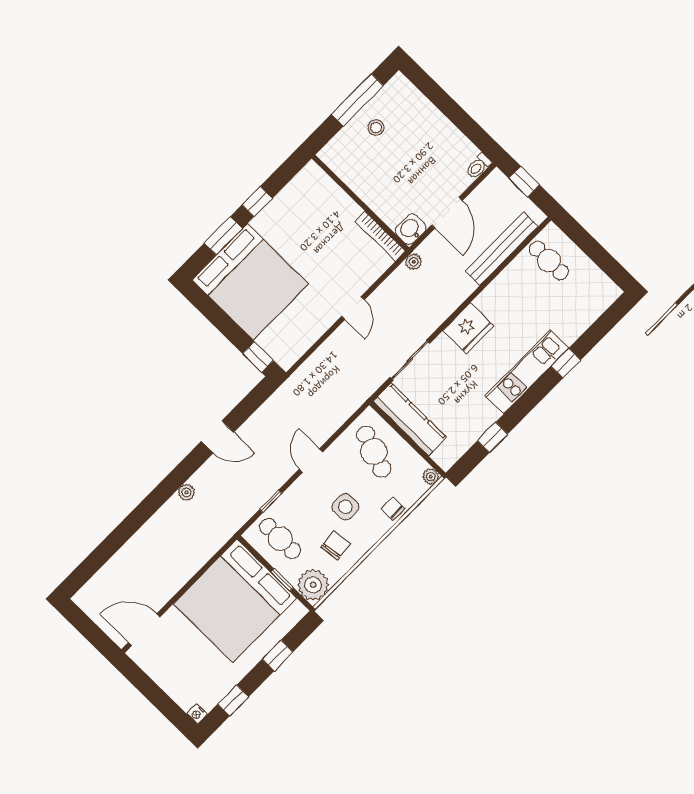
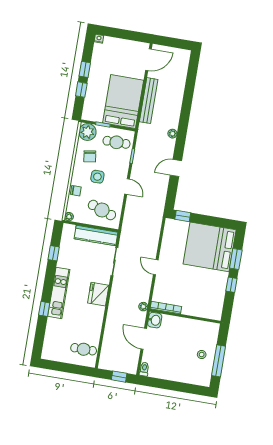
bench: (502, 249) -> (149, 101), moved
bed: (235, 601) -> (123, 102), width x0.73
window: (233, 700) -> (85, 69), moved

